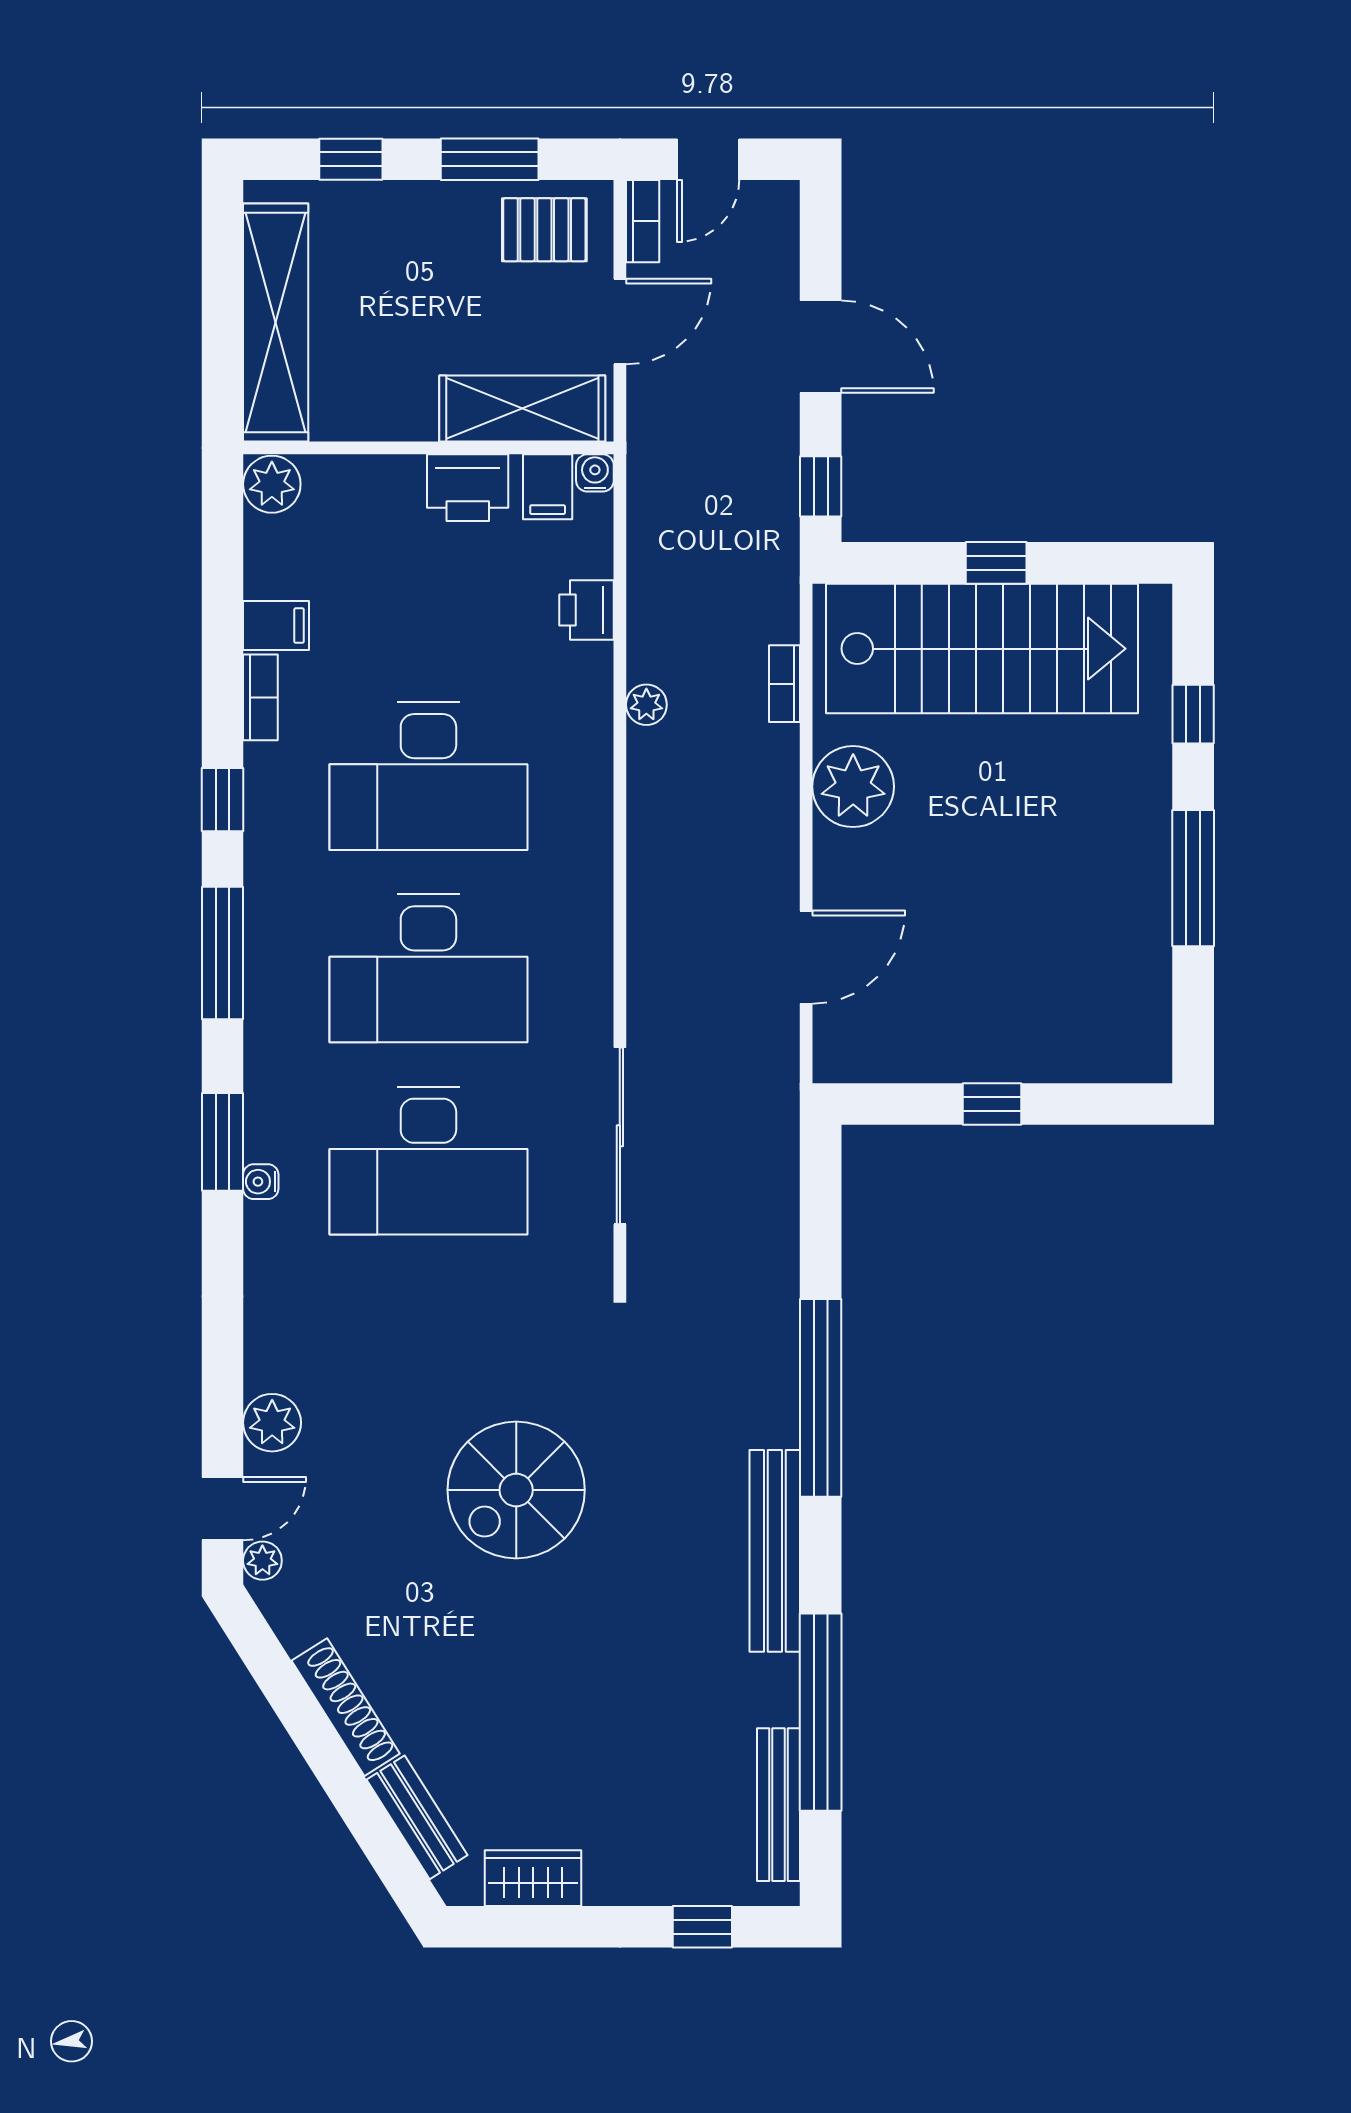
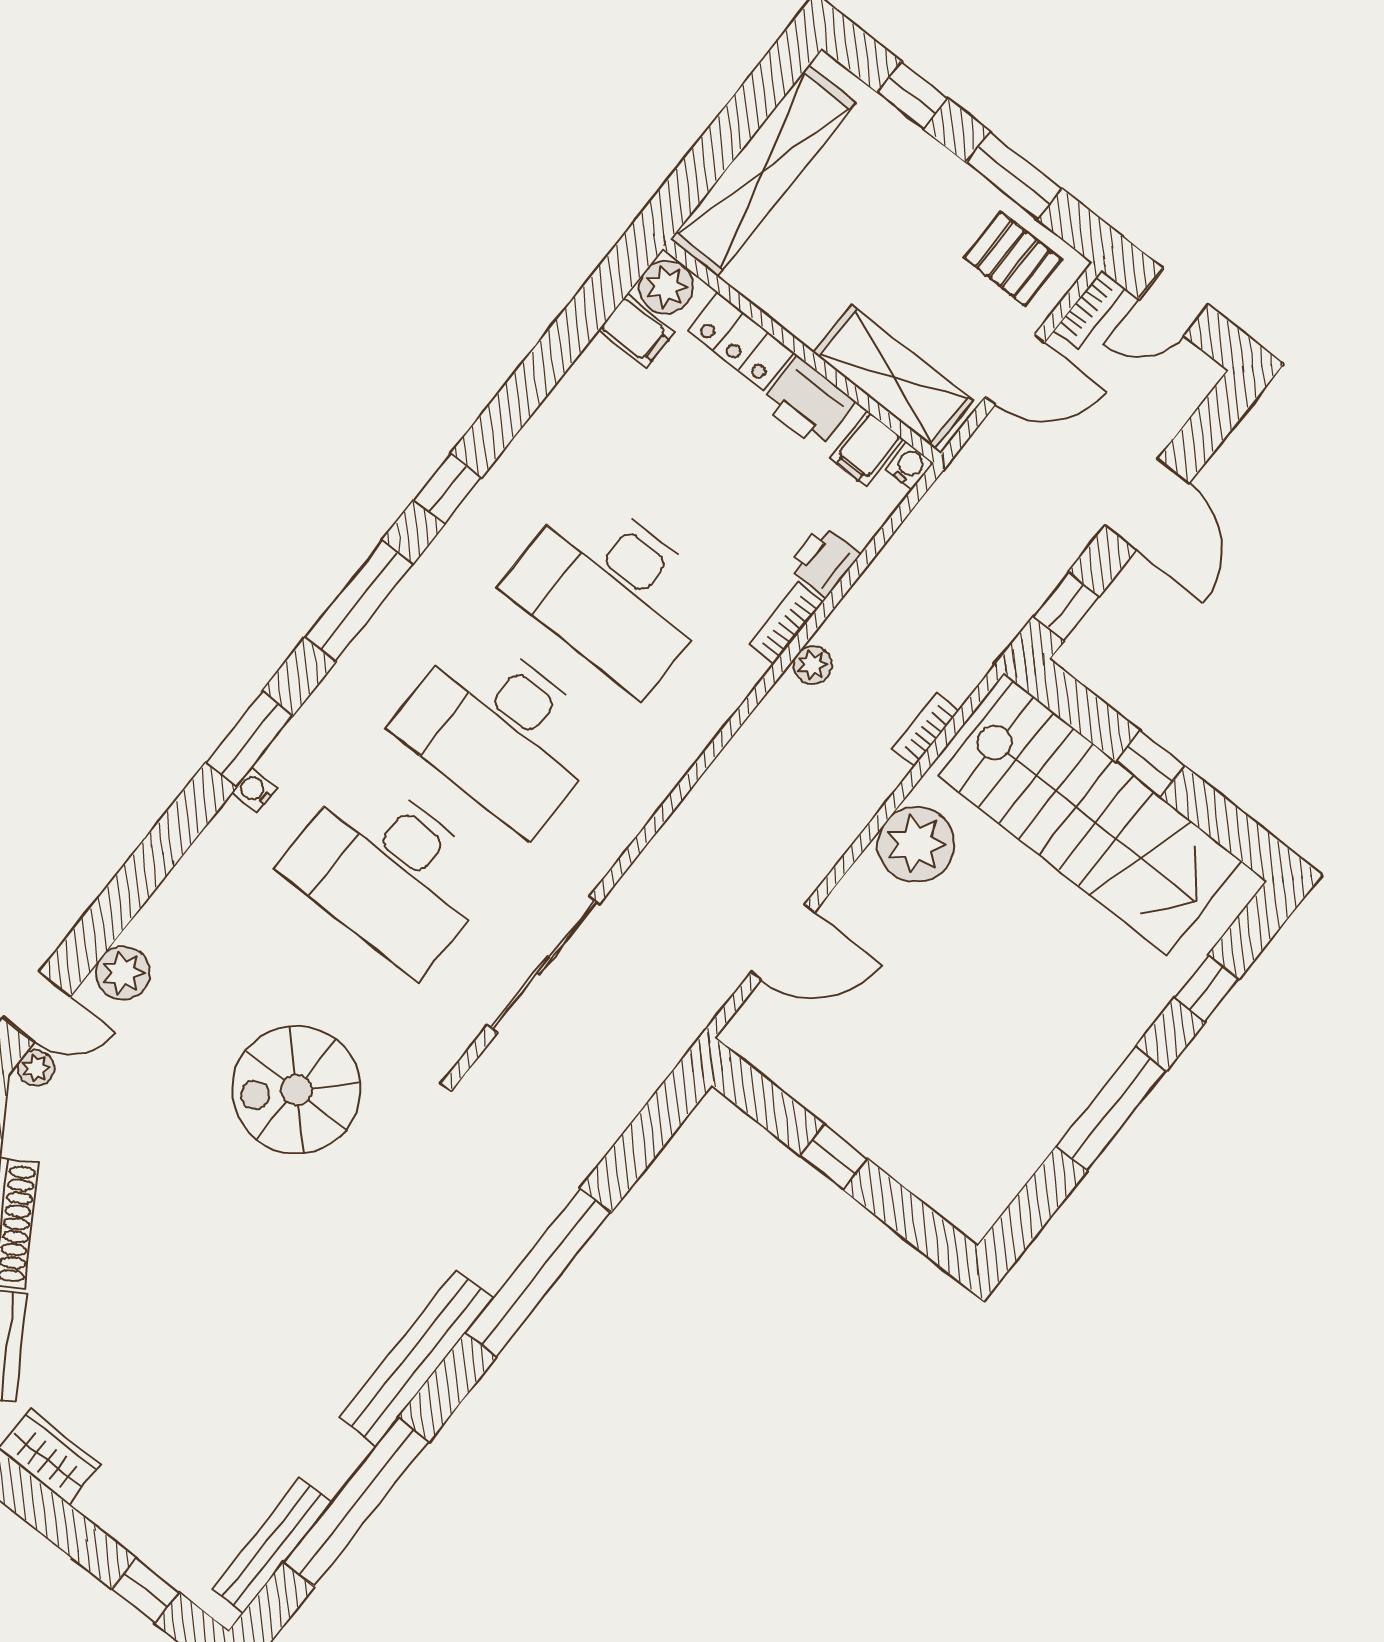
locker: (371, 481) -> (741, 342), added
filing cabinet: (276, 626) -> (636, 331), moved
bookcase: (260, 697) -> (786, 623), moved, turned 180
spiral stairs: (516, 1490) -> (296, 1090), moved

